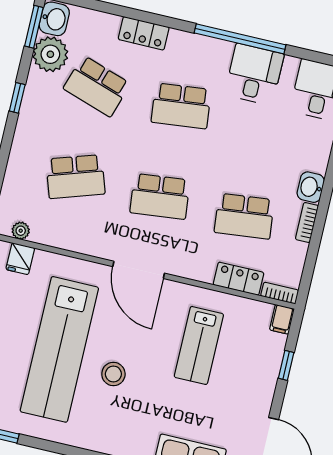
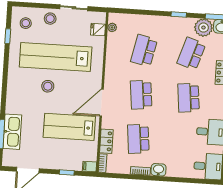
school desk: (76, 177) -> (144, 51), turned 30
door: (139, 270) -> (102, 103), moved
lab bench: (199, 345) -> (69, 127), width x1.36, depth x1.39

